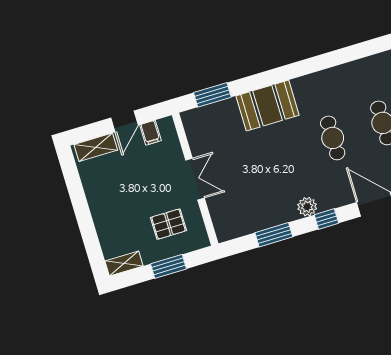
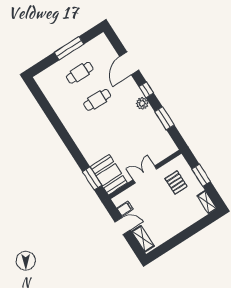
booth: (267, 106) -> (109, 175), moved

